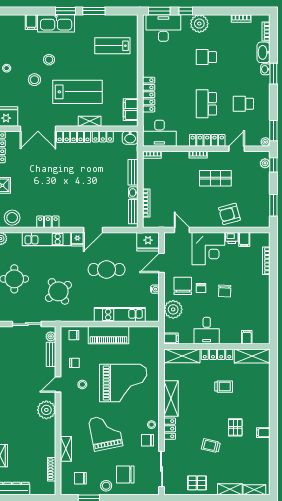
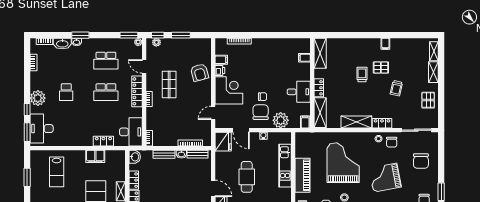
window: (94, 11) -> (27, 177), moved
locker: (149, 95) -> (103, 141), width x0.66
school desk: (243, 104) -> (106, 61), width x1.85
filing cabinet: (131, 110) -> (95, 156), moved
window: (273, 205) -> (181, 35), moved
chair: (183, 286) -> (261, 112), turned 90
chair: (225, 291) -> (265, 77), removed
locker: (217, 354) -> (319, 88), width x0.66
trolley: (224, 387) -> (362, 74), moved
stool: (106, 486) -> (430, 177), removed

